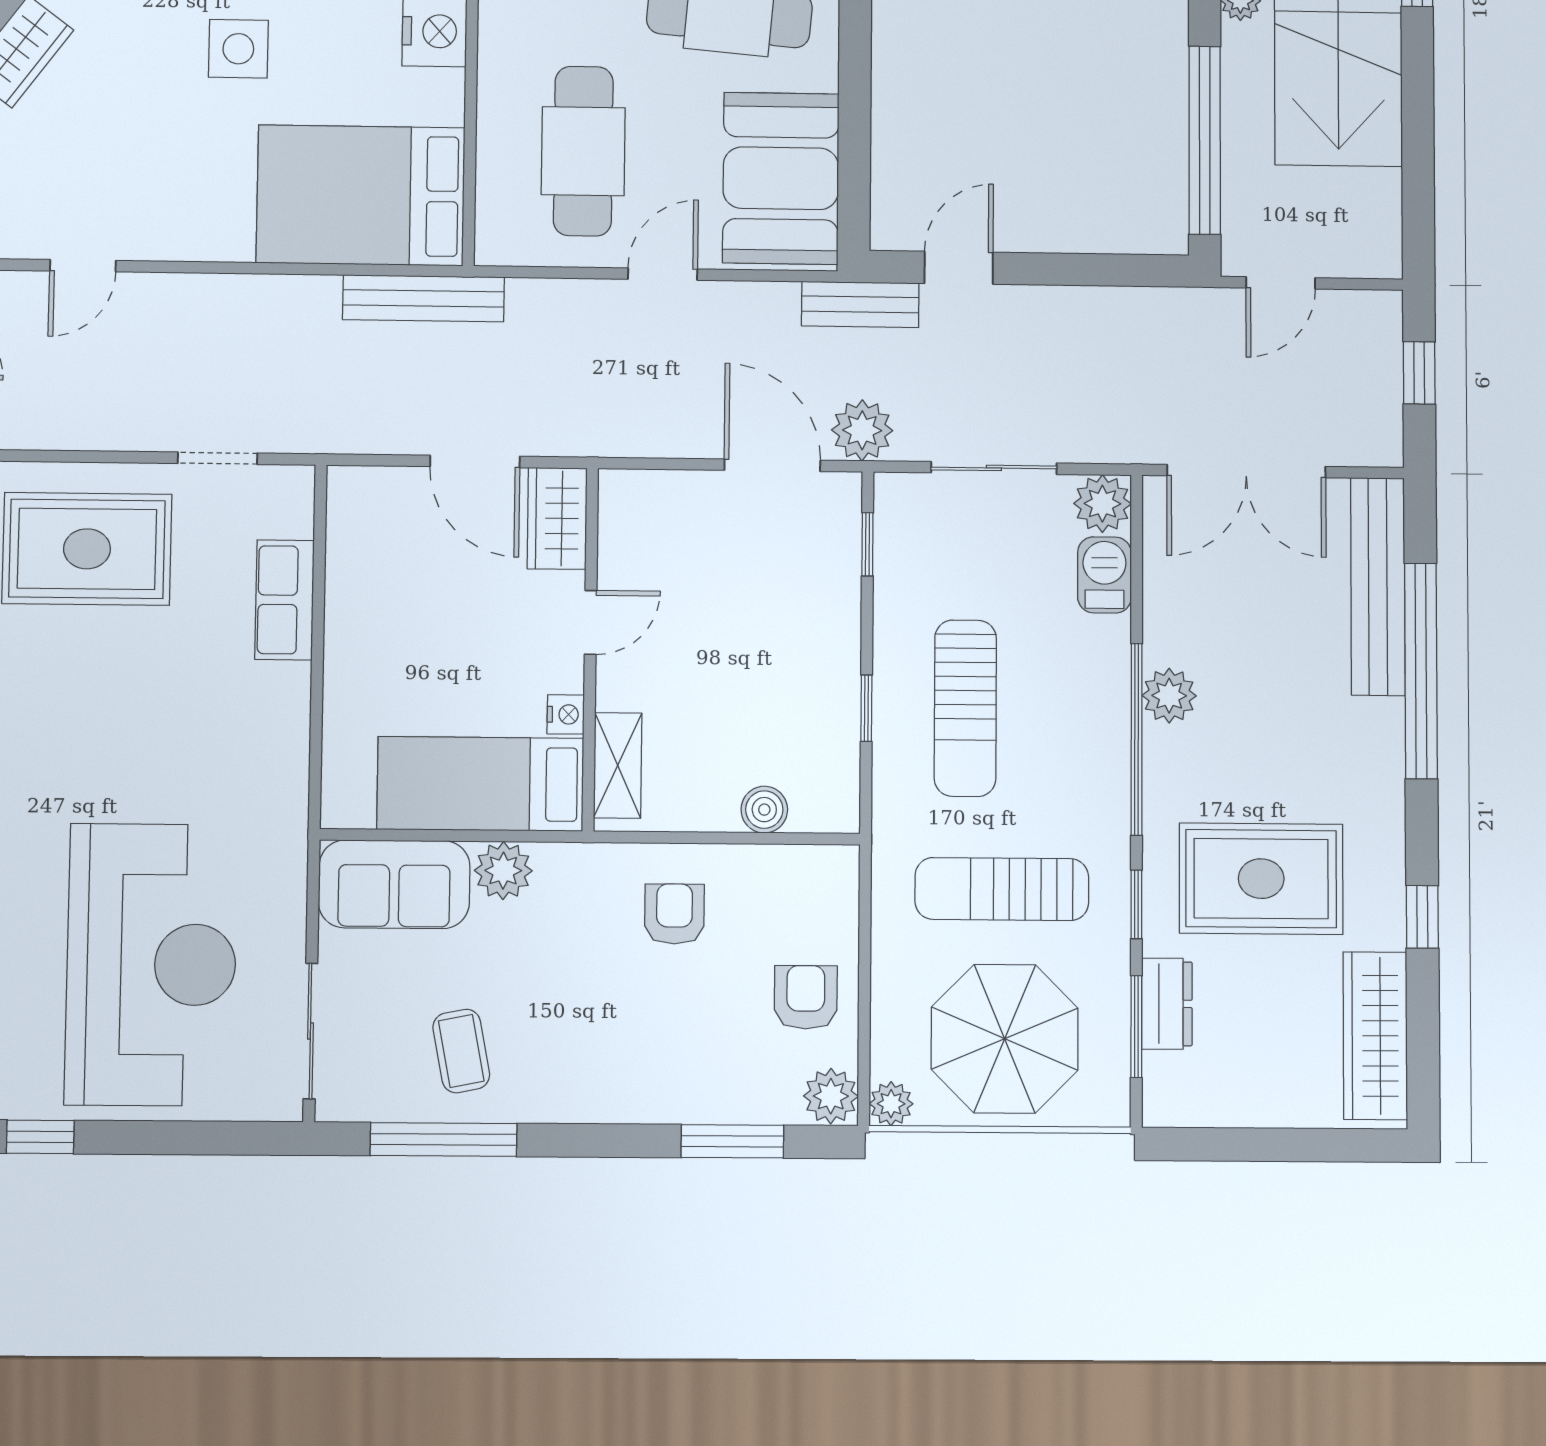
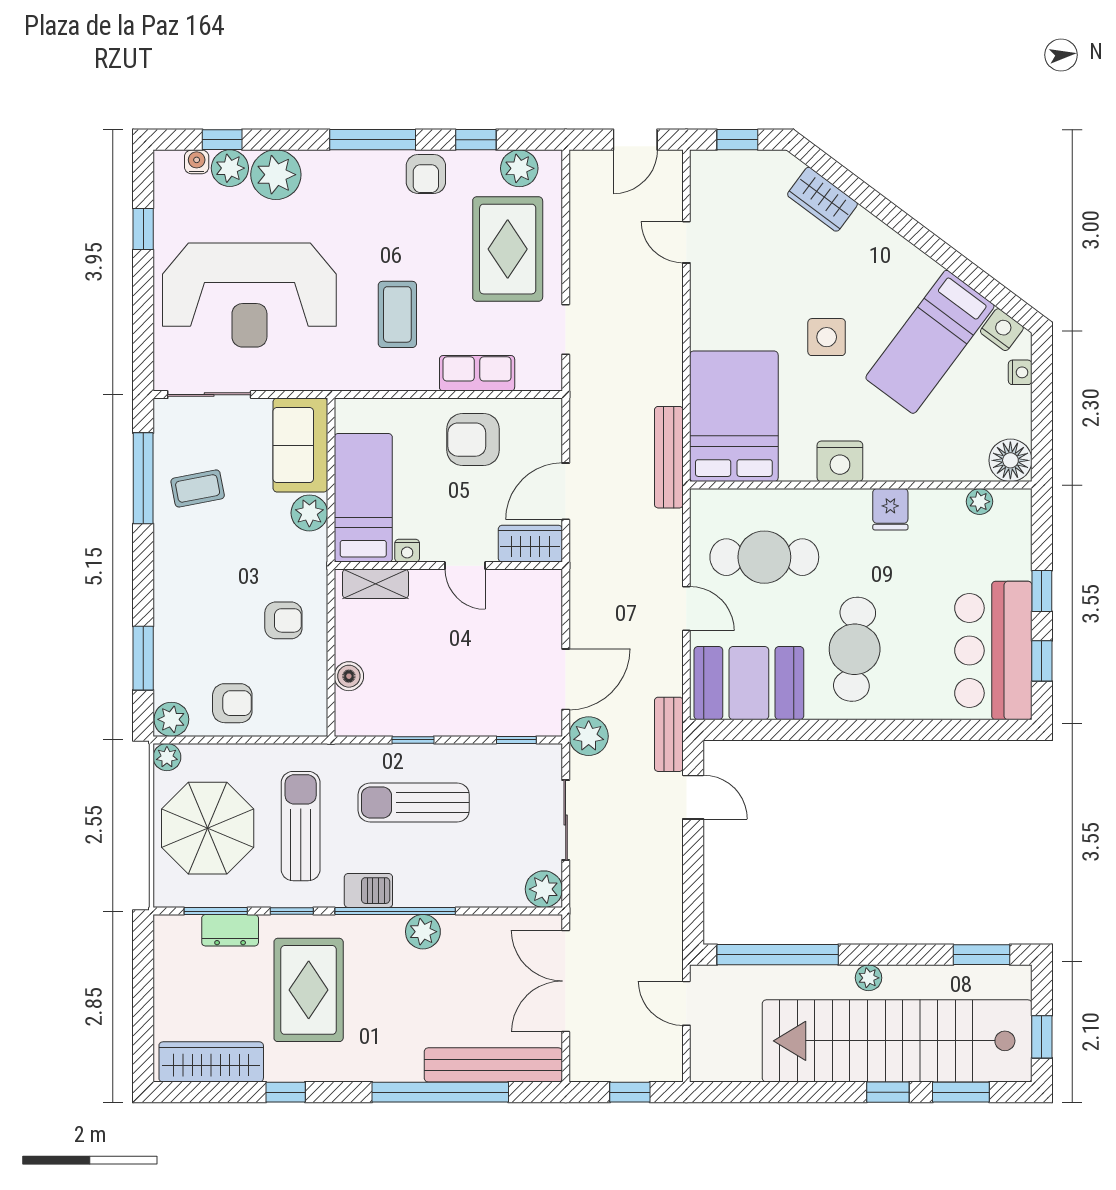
barbecue: (1104, 575) -> (368, 891), moved
armchair: (390, 607) -> (473, 440), added
coffee table: (188, 726) -> (397, 314), added

